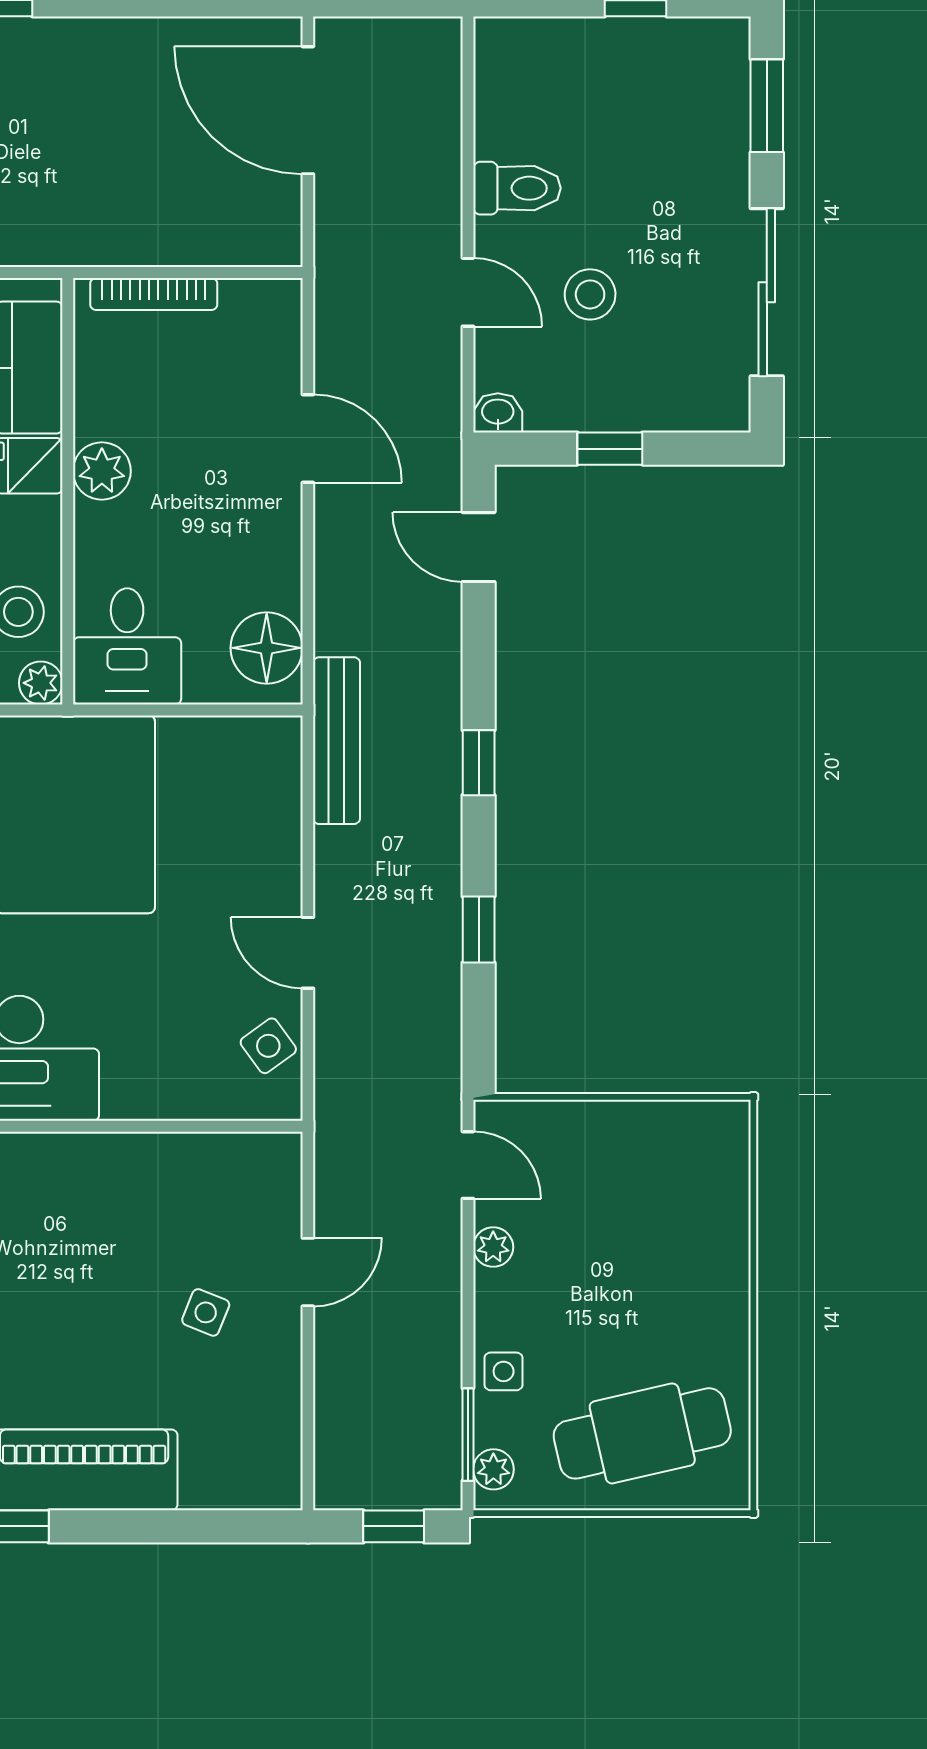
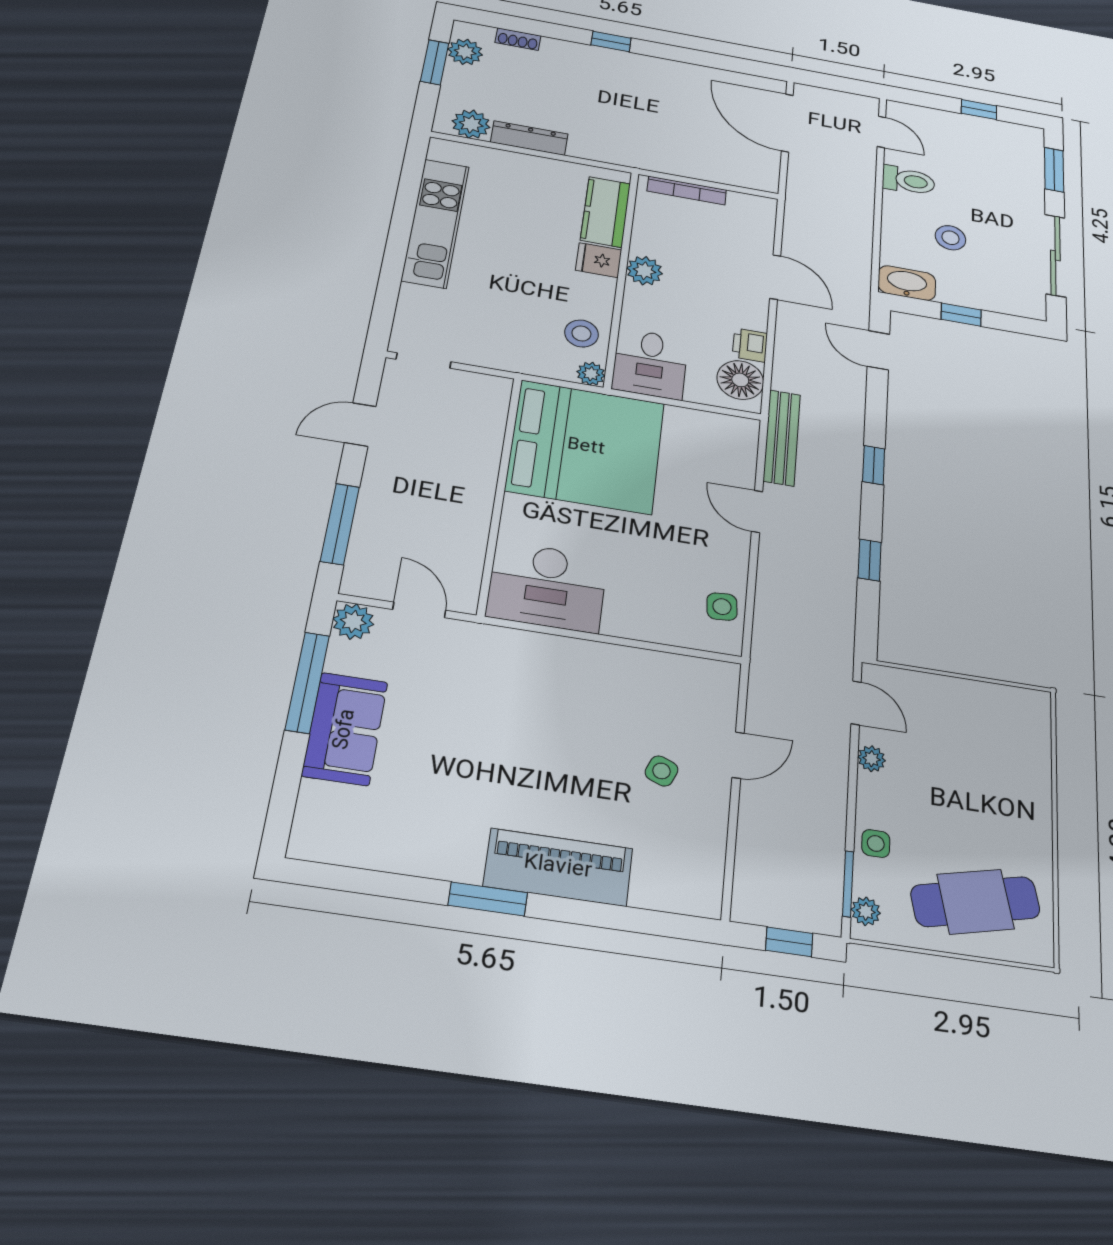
door: (468, 292) -> (881, 132), moved
washbasin: (498, 413) -> (907, 283), width x1.91, depth x1.45
printer: (277, 580) -> (750, 345), added
door: (308, 953) -> (757, 512), moved
side table: (268, 1046) -> (722, 607), turned 31

